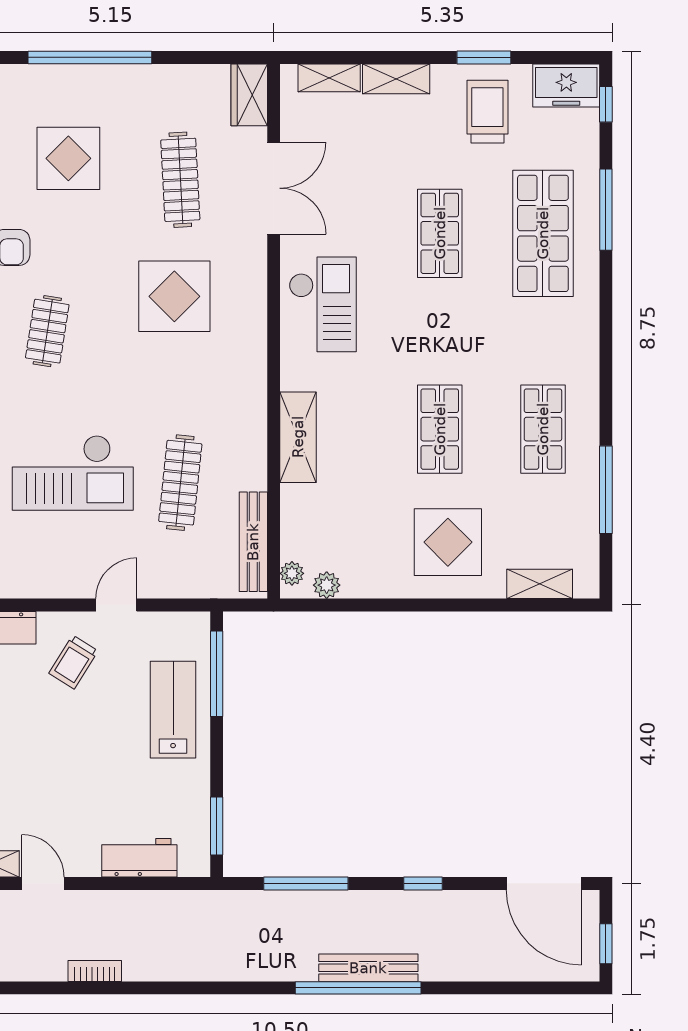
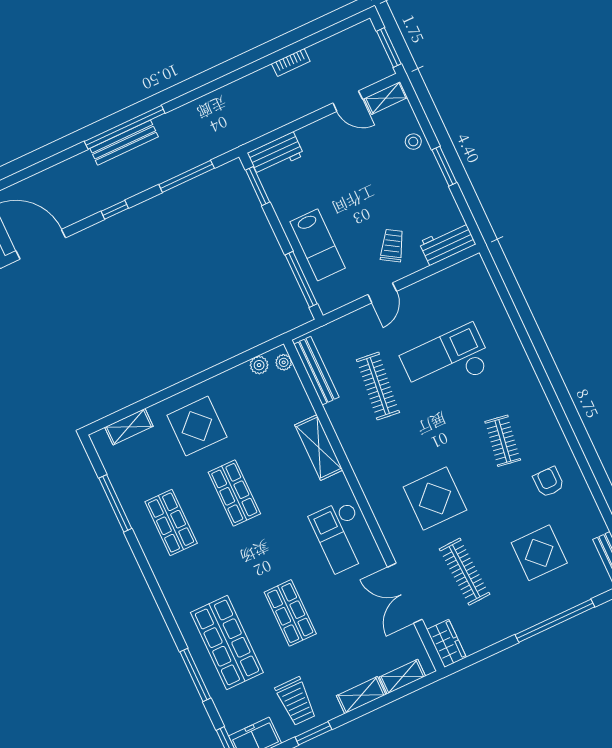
workbench: (139, 858) -> (276, 154), moved

